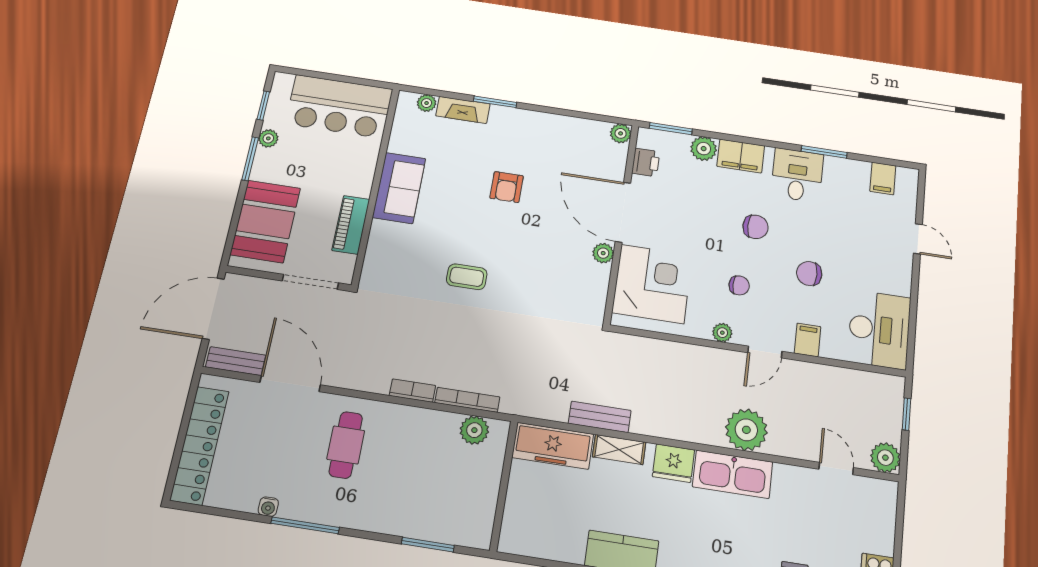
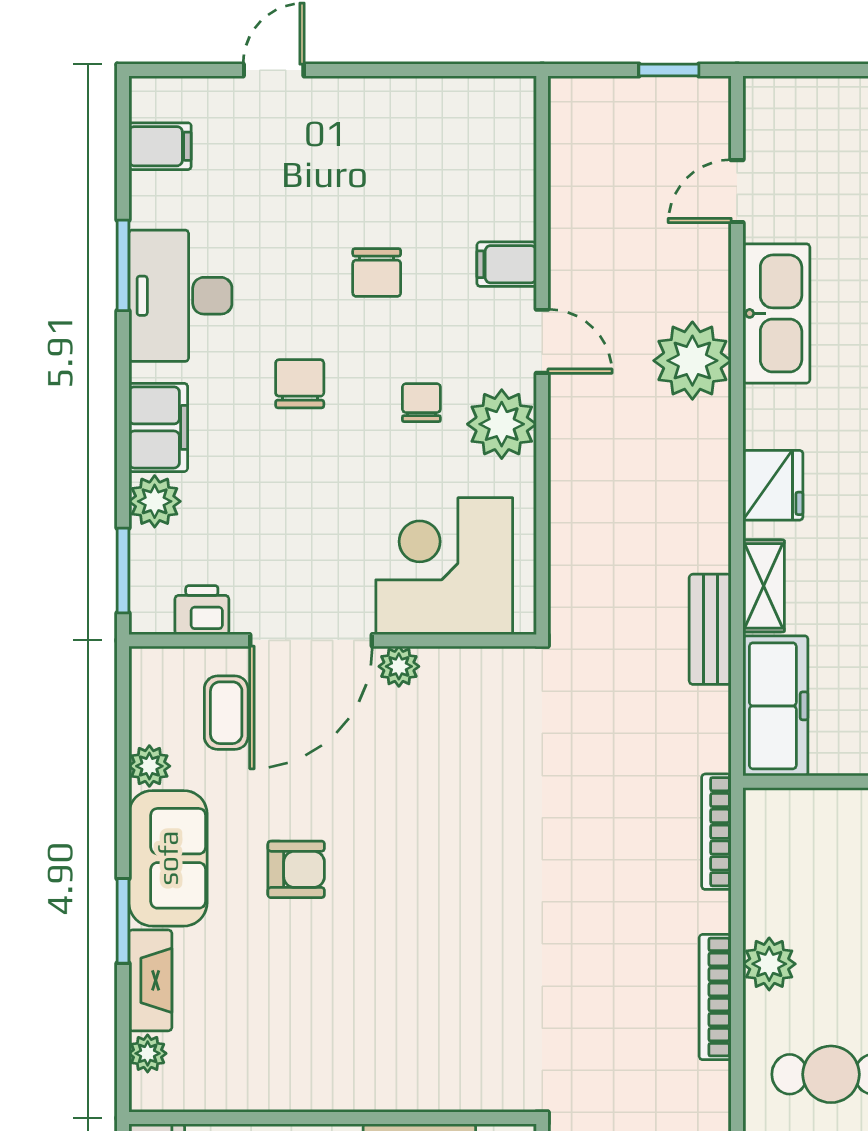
plant: (621, 133) -> (149, 766), moved
desk: (797, 175) -> (180, 296), width x1.37
sofa: (399, 188) -> (168, 858), moved, turned 90
coffee table: (467, 277) -> (226, 713), moved
desk: (879, 330) -> (465, 132), removed
plant: (722, 333) -> (502, 424), width x1.87, depth x1.87
bookcase: (412, 391) -> (715, 997), width x1.56
bookcase: (467, 400) -> (716, 832), moved
window: (907, 414) -> (669, 70), moved
plant: (474, 430) -> (769, 964), moved
plant: (885, 458) -> (704, 103), removed
kitchen sink: (733, 474) -> (776, 313), moved

